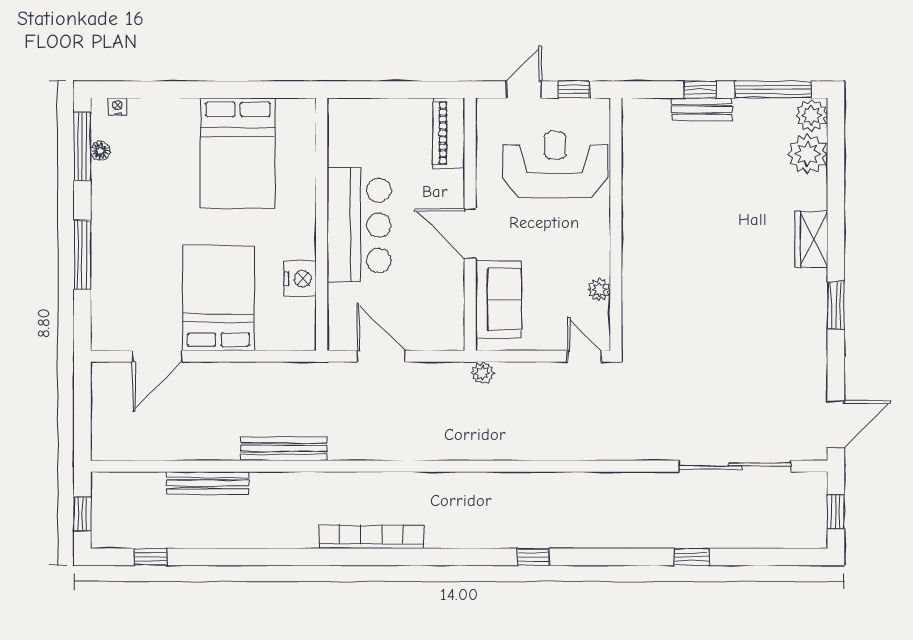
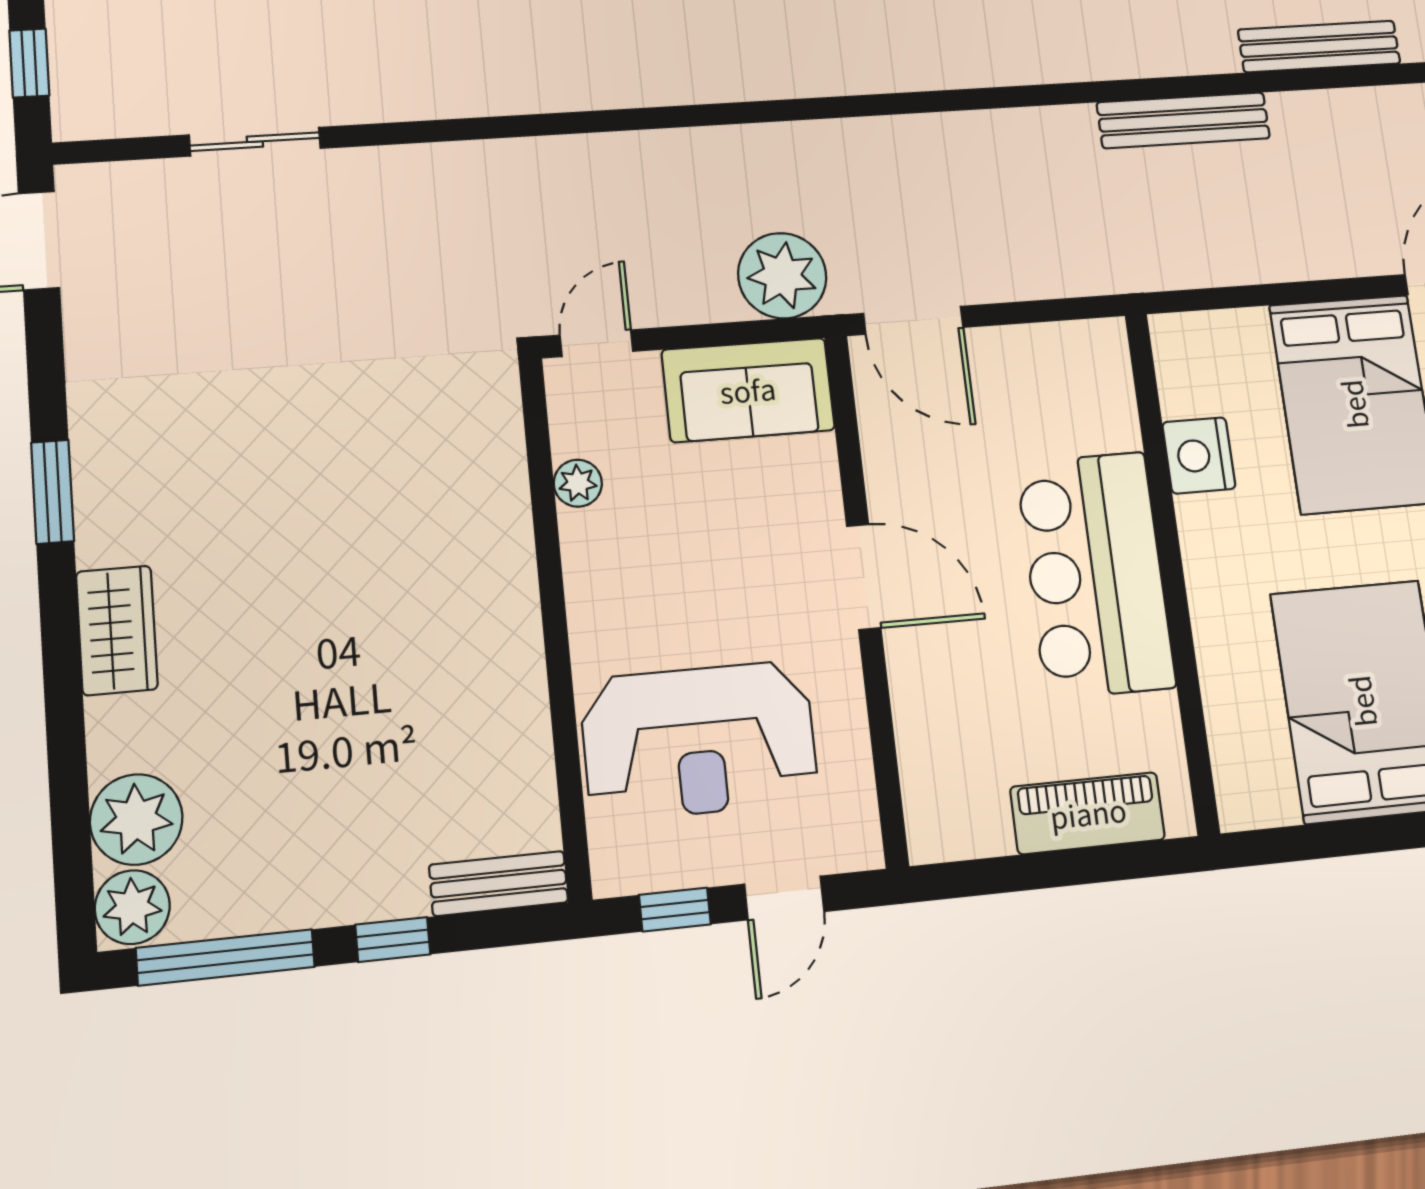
bench: (702, 109) -> (499, 884), moved
piano: (449, 133) -> (1088, 813), moved, turned -90
sofa: (498, 299) -> (748, 390), moved, turned -90
door: (381, 356) -> (913, 320), moved
door: (584, 356) -> (596, 343), swing flipped
plant: (483, 373) -> (782, 276), width x1.88, depth x1.88
sliding door: (735, 466) -> (255, 142), width x0.54

